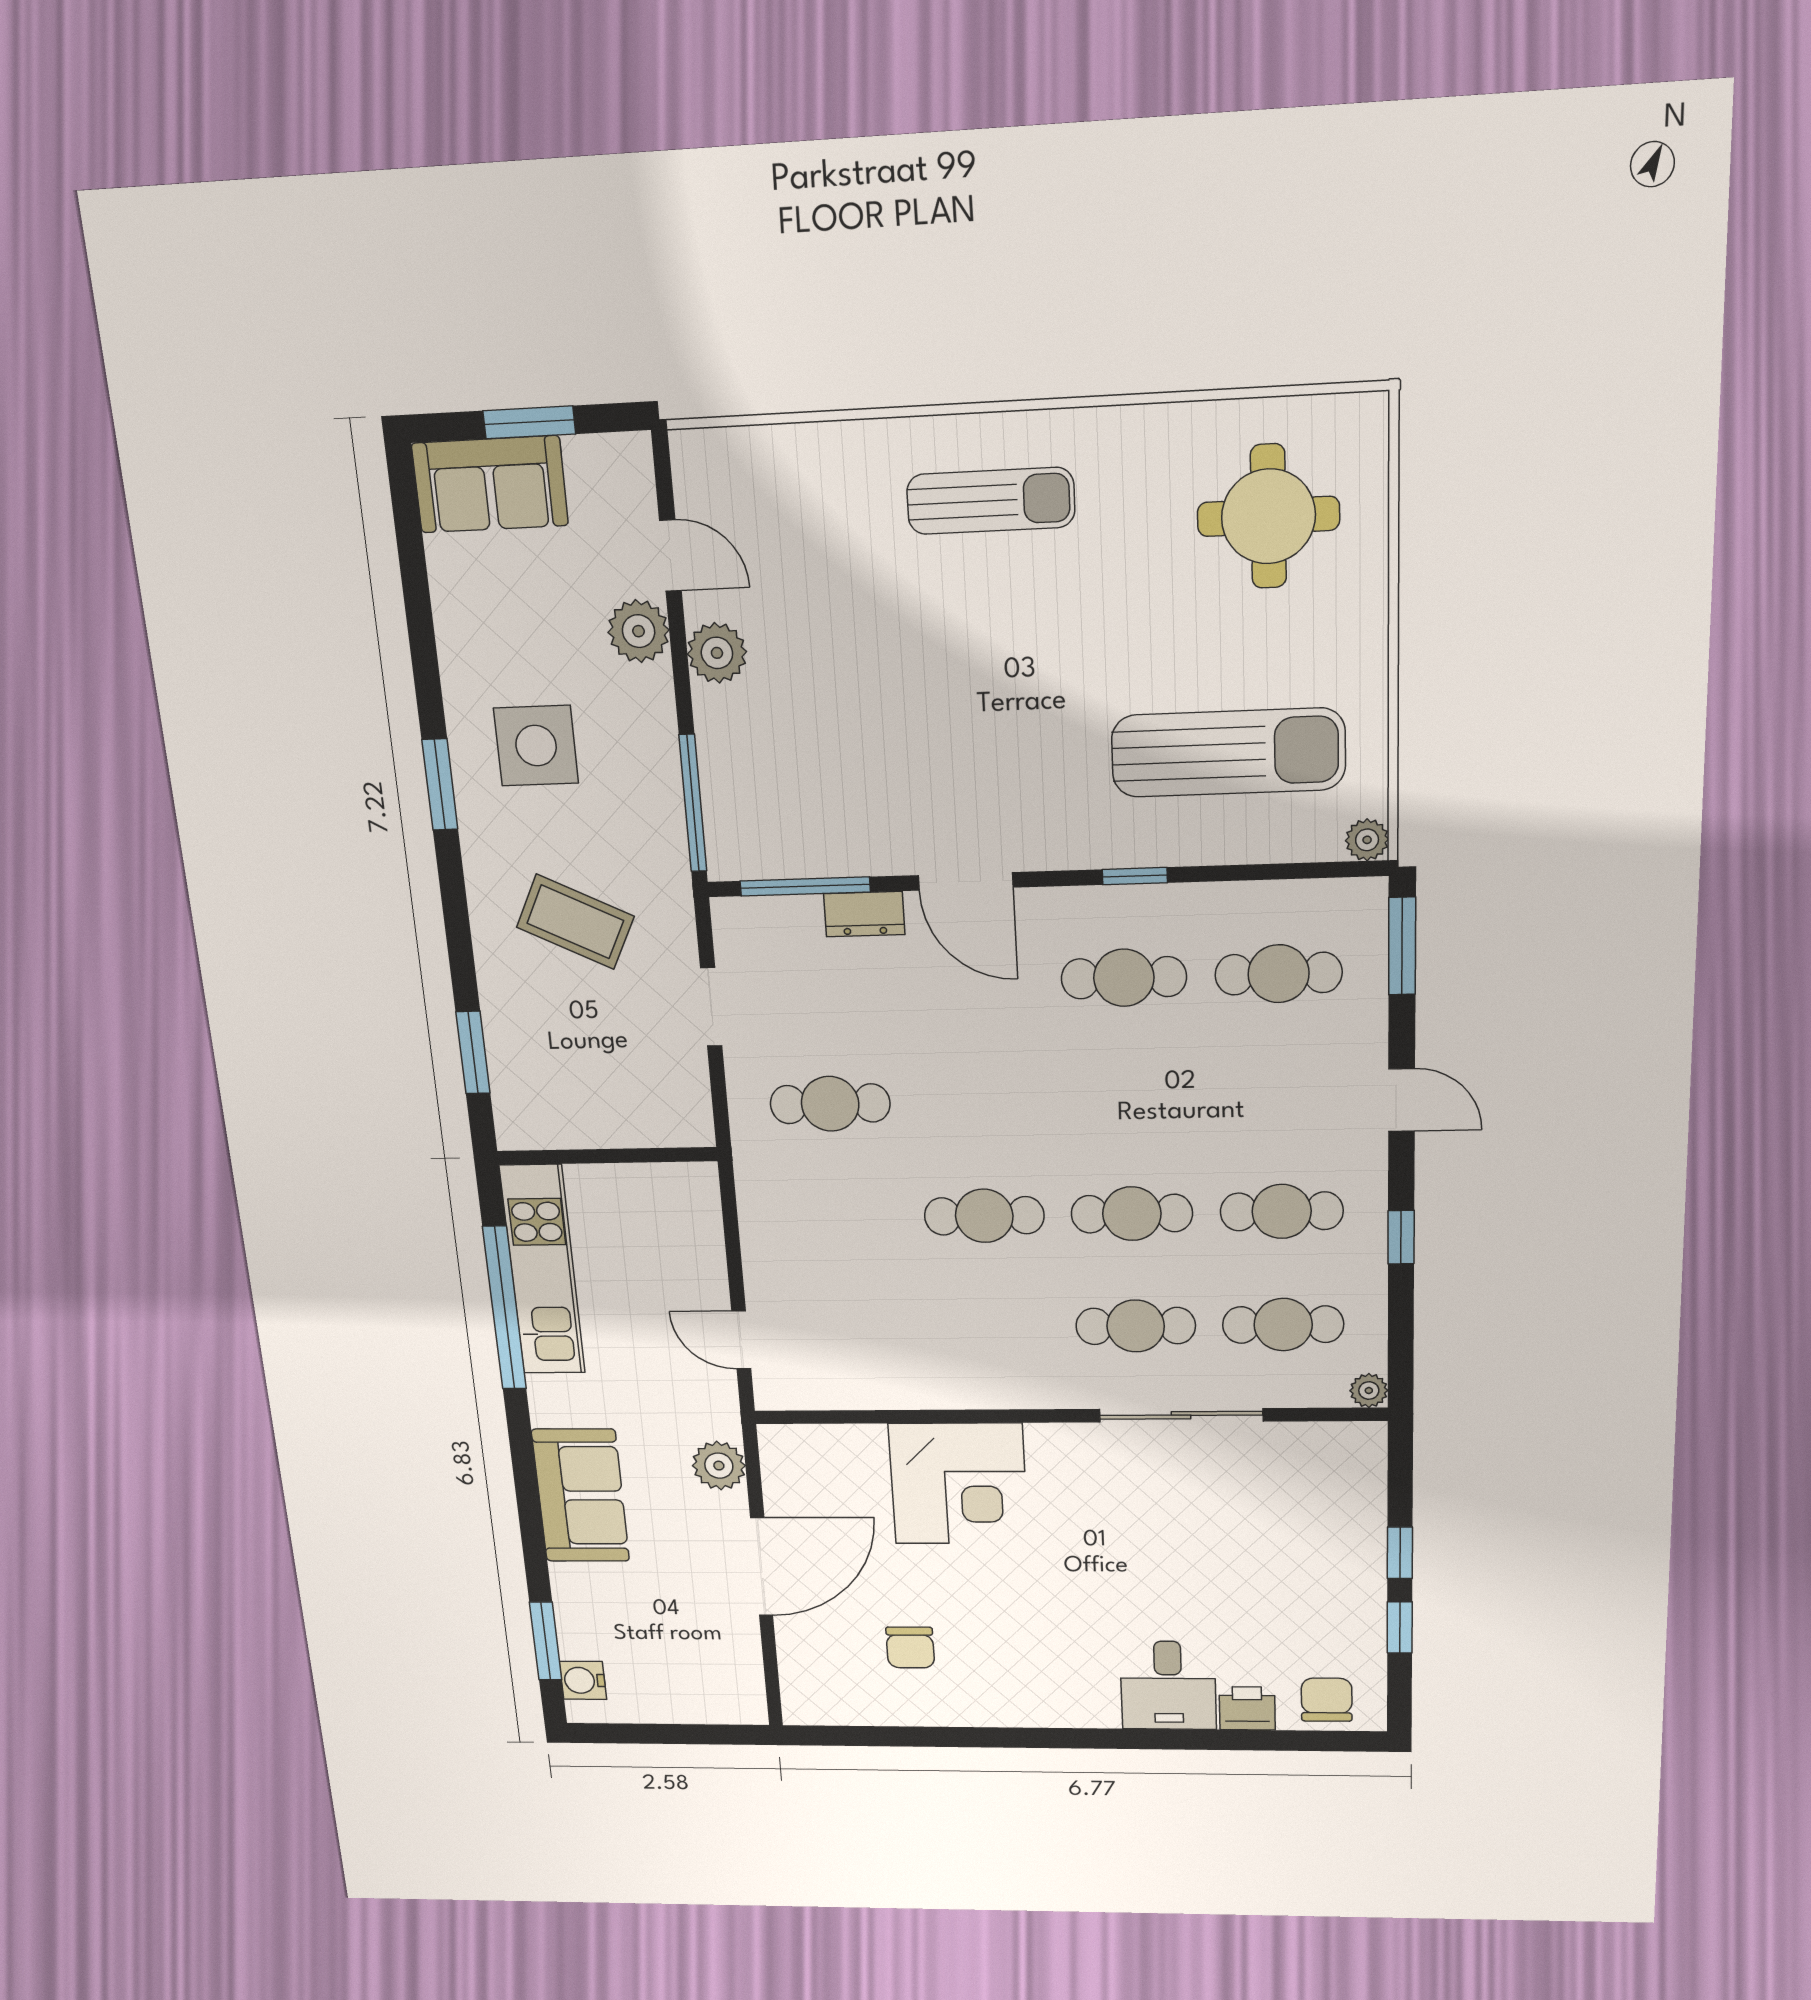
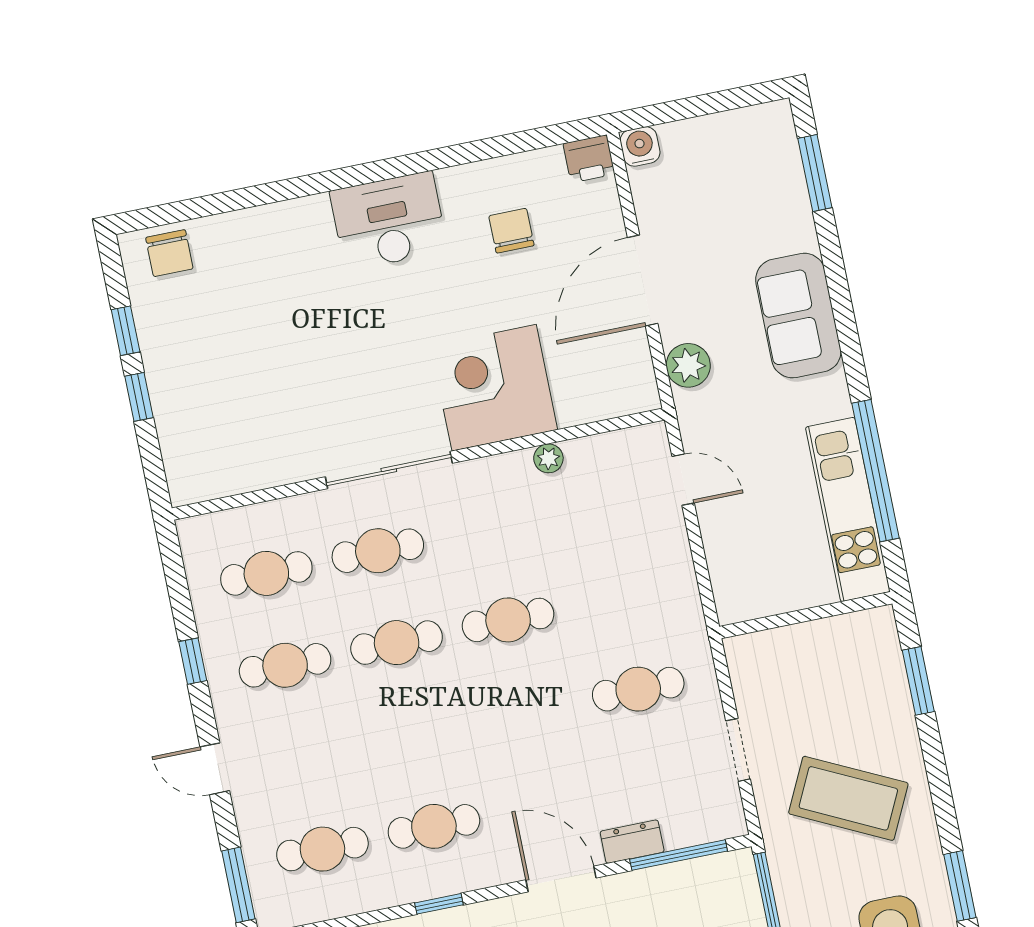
coffee table: (575, 922) -> (848, 798), width x1.36, depth x1.32
plant: (1369, 1391) -> (548, 458), moved
sliding door: (1181, 1415) -> (389, 470), moved
water cooler: (583, 1680) -> (640, 146), moved, turned -90
desk: (1168, 1685) -> (389, 221), moved, width x1.37
printer: (1247, 1708) -> (589, 159), moved

